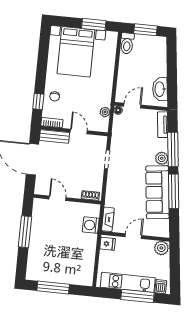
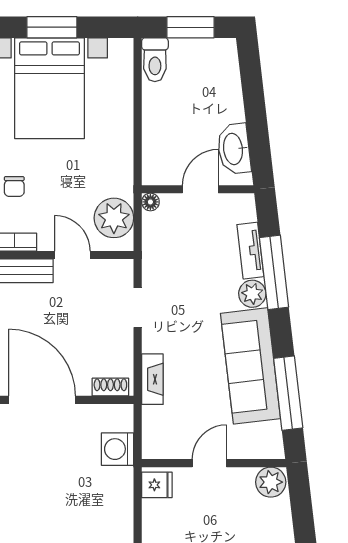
window: (94, 25) -> (52, 27), moved
door: (132, 106) -> (200, 189), moved
plant: (105, 112) -> (114, 218), width x1.88, depth x1.88
tv unit: (163, 125) -> (250, 251), moved
window: (174, 191) -> (288, 393), moved
door: (58, 198) -> (42, 400), width x1.88
fireplace: (108, 219) -> (152, 379), moved

